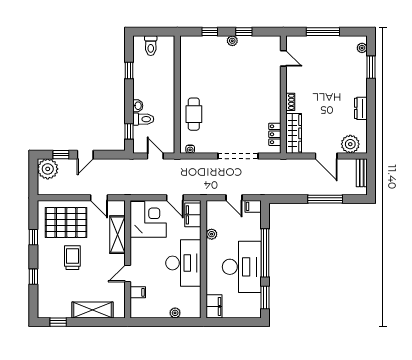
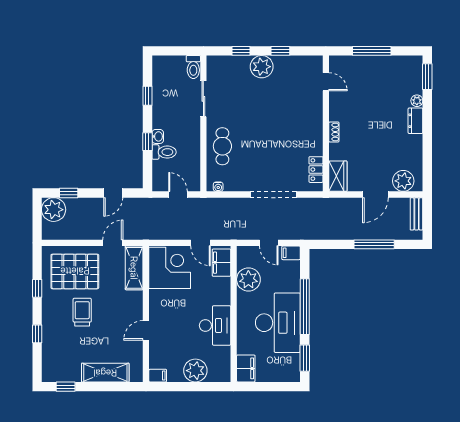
plant: (232, 41) -> (262, 67), width x1.87, depth x1.87
toilet: (151, 46) -> (193, 67), moved
plant: (362, 48) -> (417, 101), moved
window: (371, 67) -> (427, 77), moved
sliding door: (177, 73) -> (203, 99), added
dresser: (361, 108) -> (415, 121), moved
window: (129, 131) -> (147, 142), moved
wardrobe: (294, 133) -> (338, 176), width x0.67
door: (85, 155) -> (113, 193), moved
door: (326, 156) -> (375, 195), hinge flipped
door: (99, 198) -> (113, 243), swing flipped
plant: (212, 234) -> (248, 279), width x1.87, depth x1.87
shelving: (117, 235) -> (134, 268), moved
desk: (183, 263) -> (215, 325), width x0.73, depth x0.77
filing cabinet: (138, 292) -> (158, 376), moved
plant: (175, 313) -> (195, 371), width x1.87, depth x1.87

